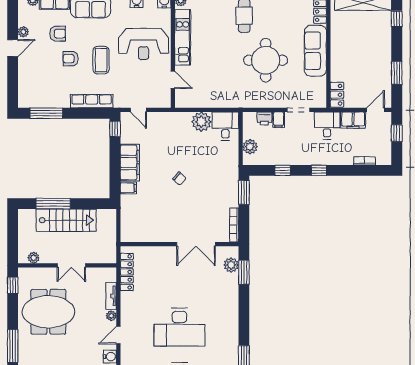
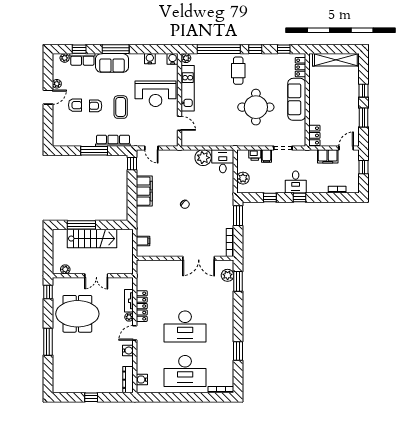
window: (397, 19) -> (364, 91), moved
armchair: (58, 34) -> (75, 105), moved
window: (46, 113) -> (94, 151), moved
desk: (327, 126) -> (296, 182), moved, turned 180
filing cabinet: (128, 188) -> (143, 241), moved
locker: (127, 272) -> (142, 306), moved

